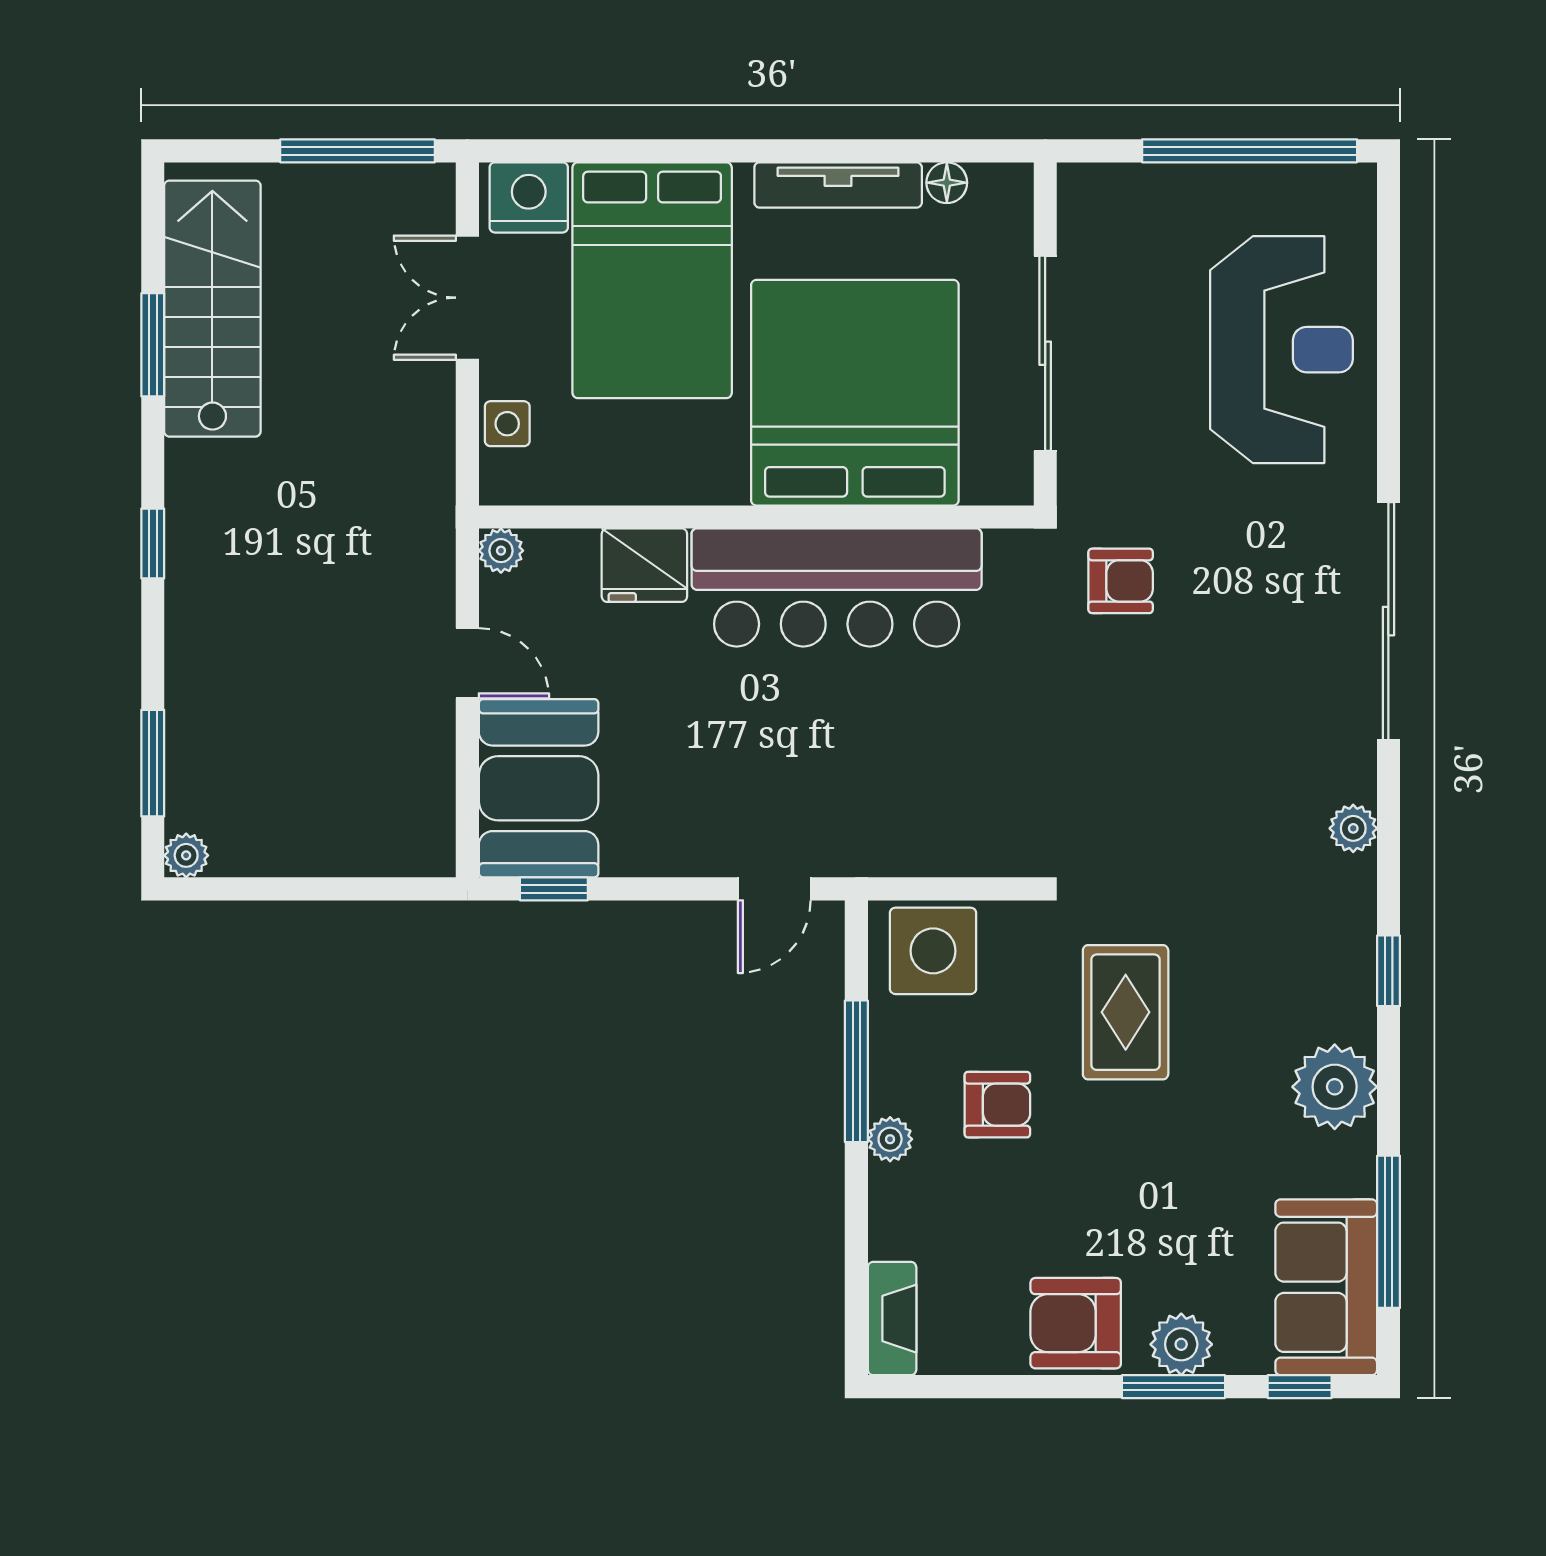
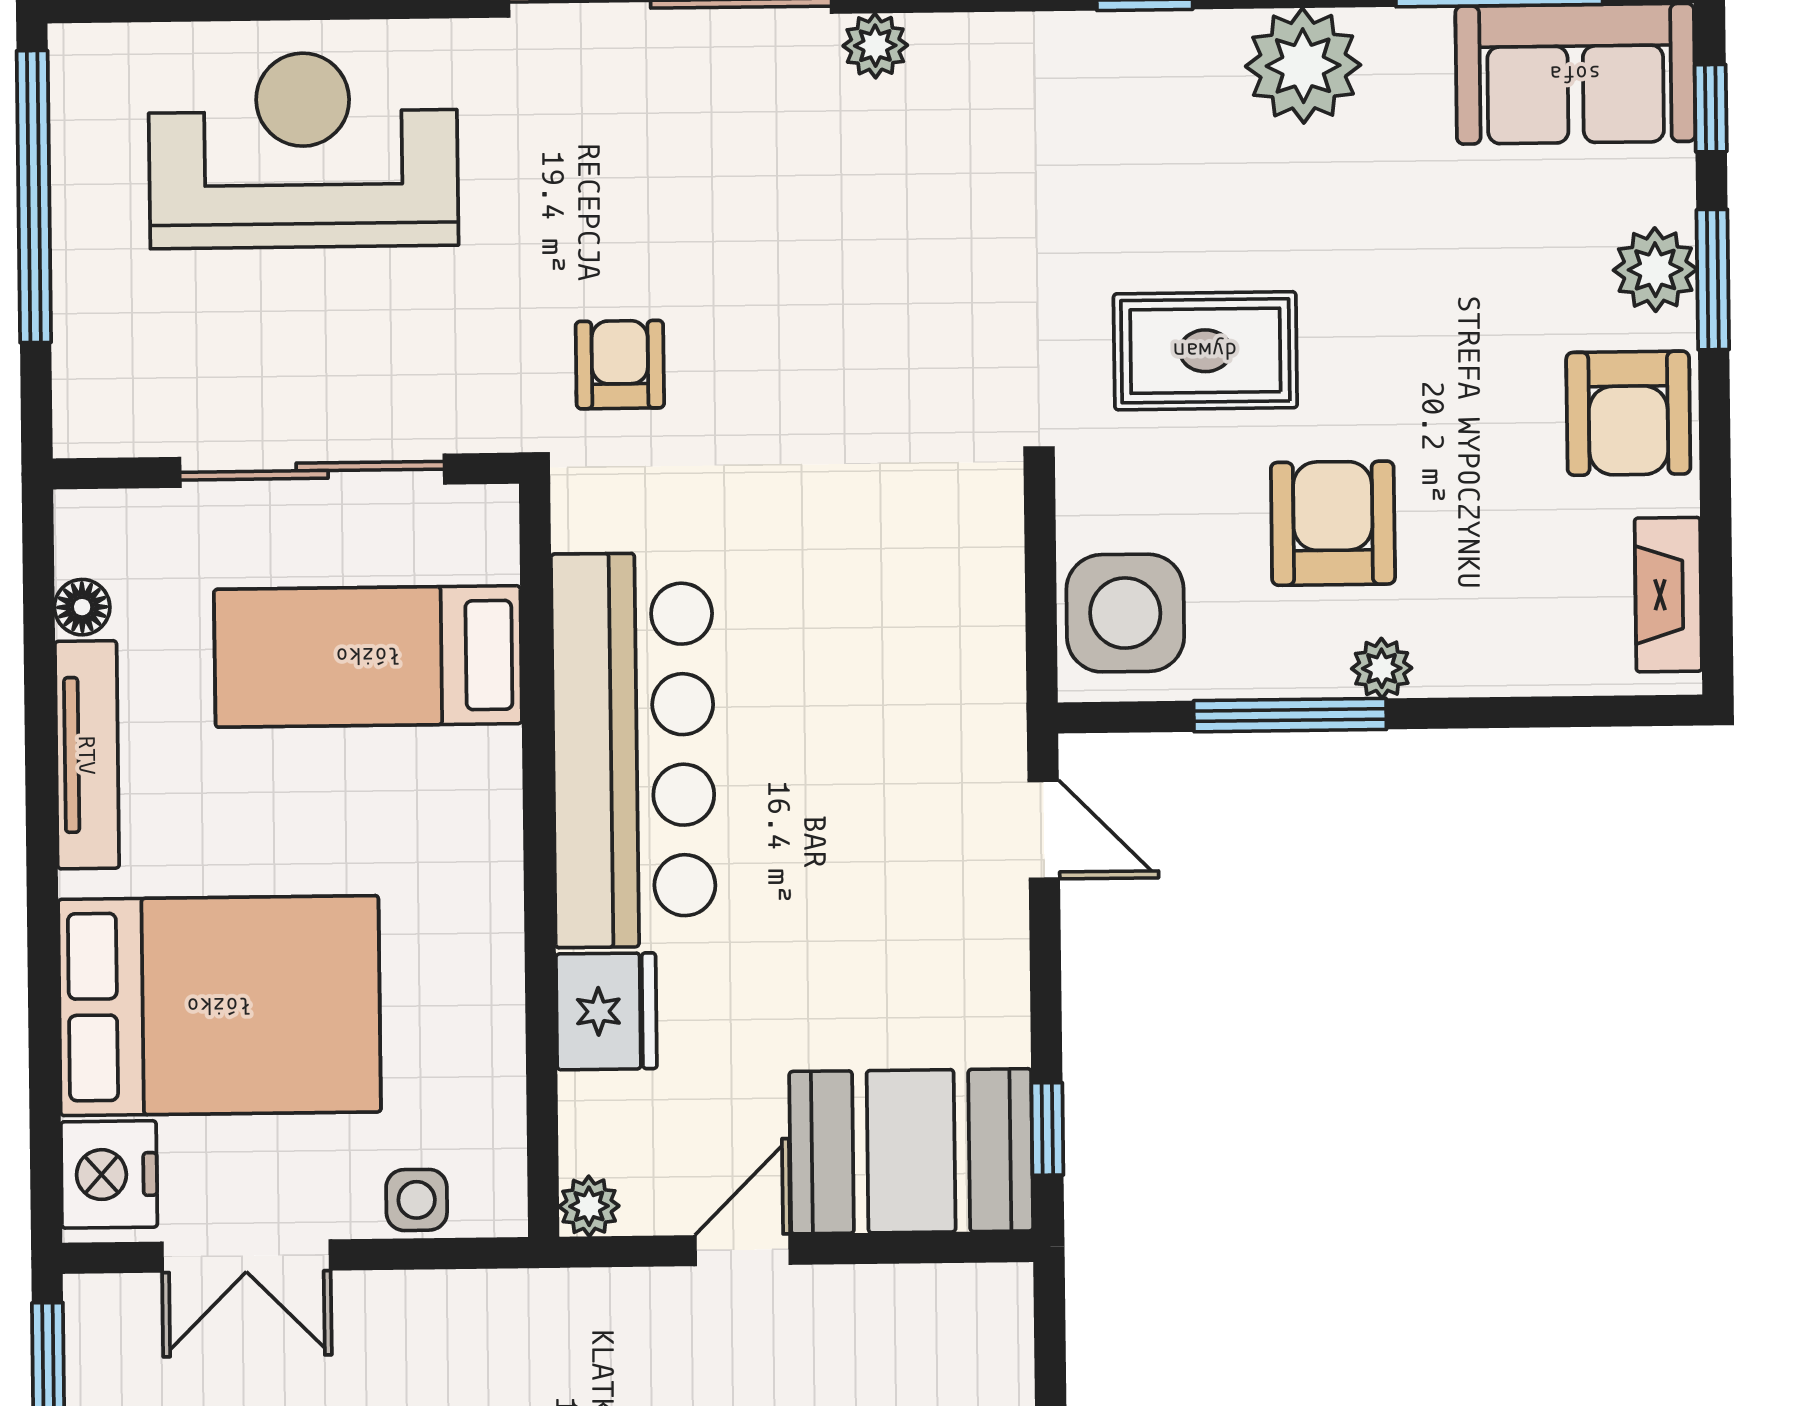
bed: (855, 393) -> (368, 656), width x0.49
plant: (1353, 828) -> (875, 46), moved
armchair: (997, 1105) -> (1333, 523), width x1.38, depth x1.38
fireplace: (892, 1319) -> (1668, 595), moved, turned -90

